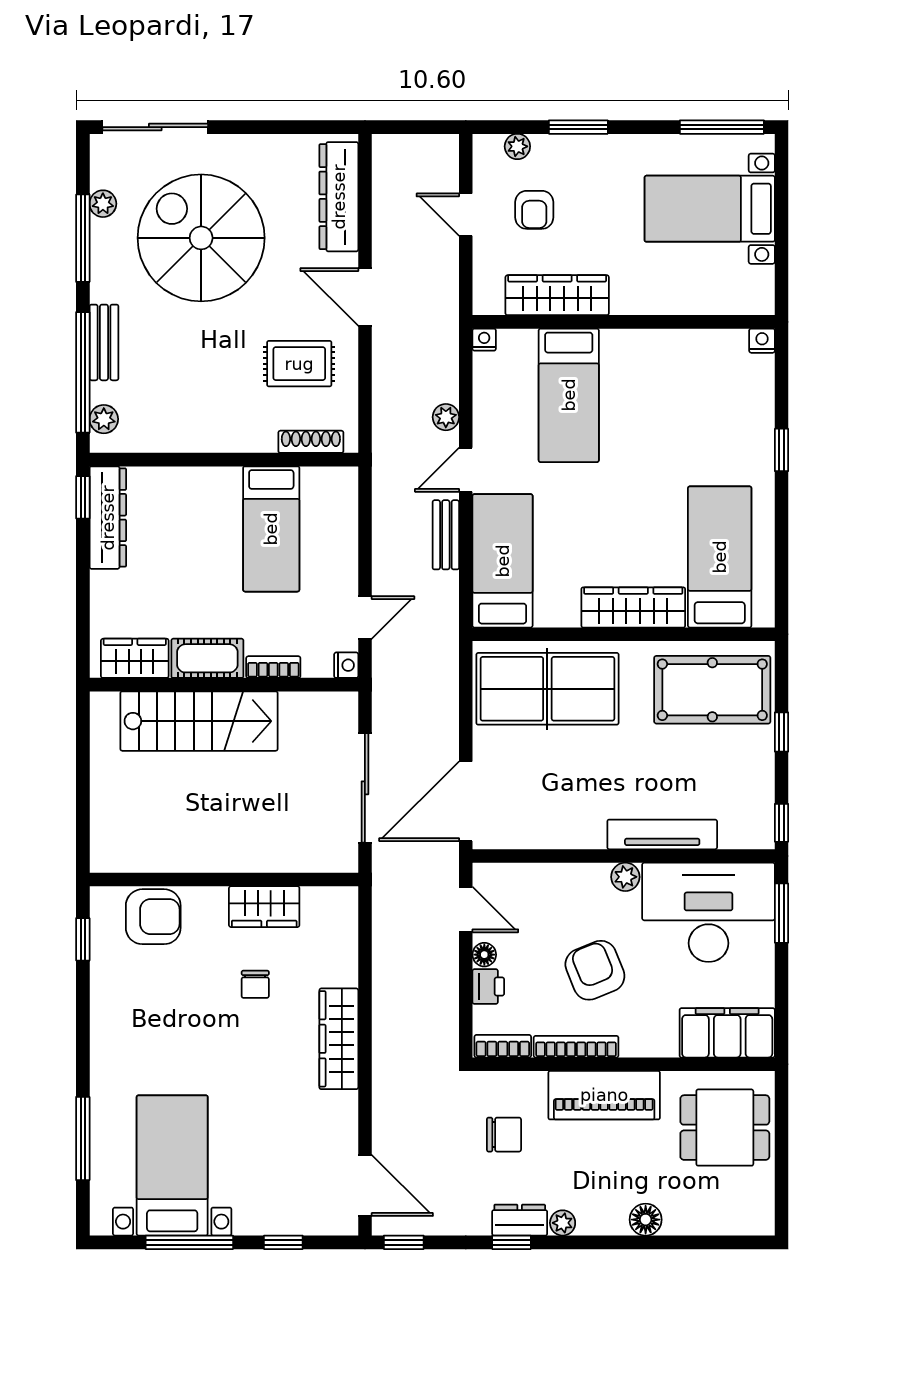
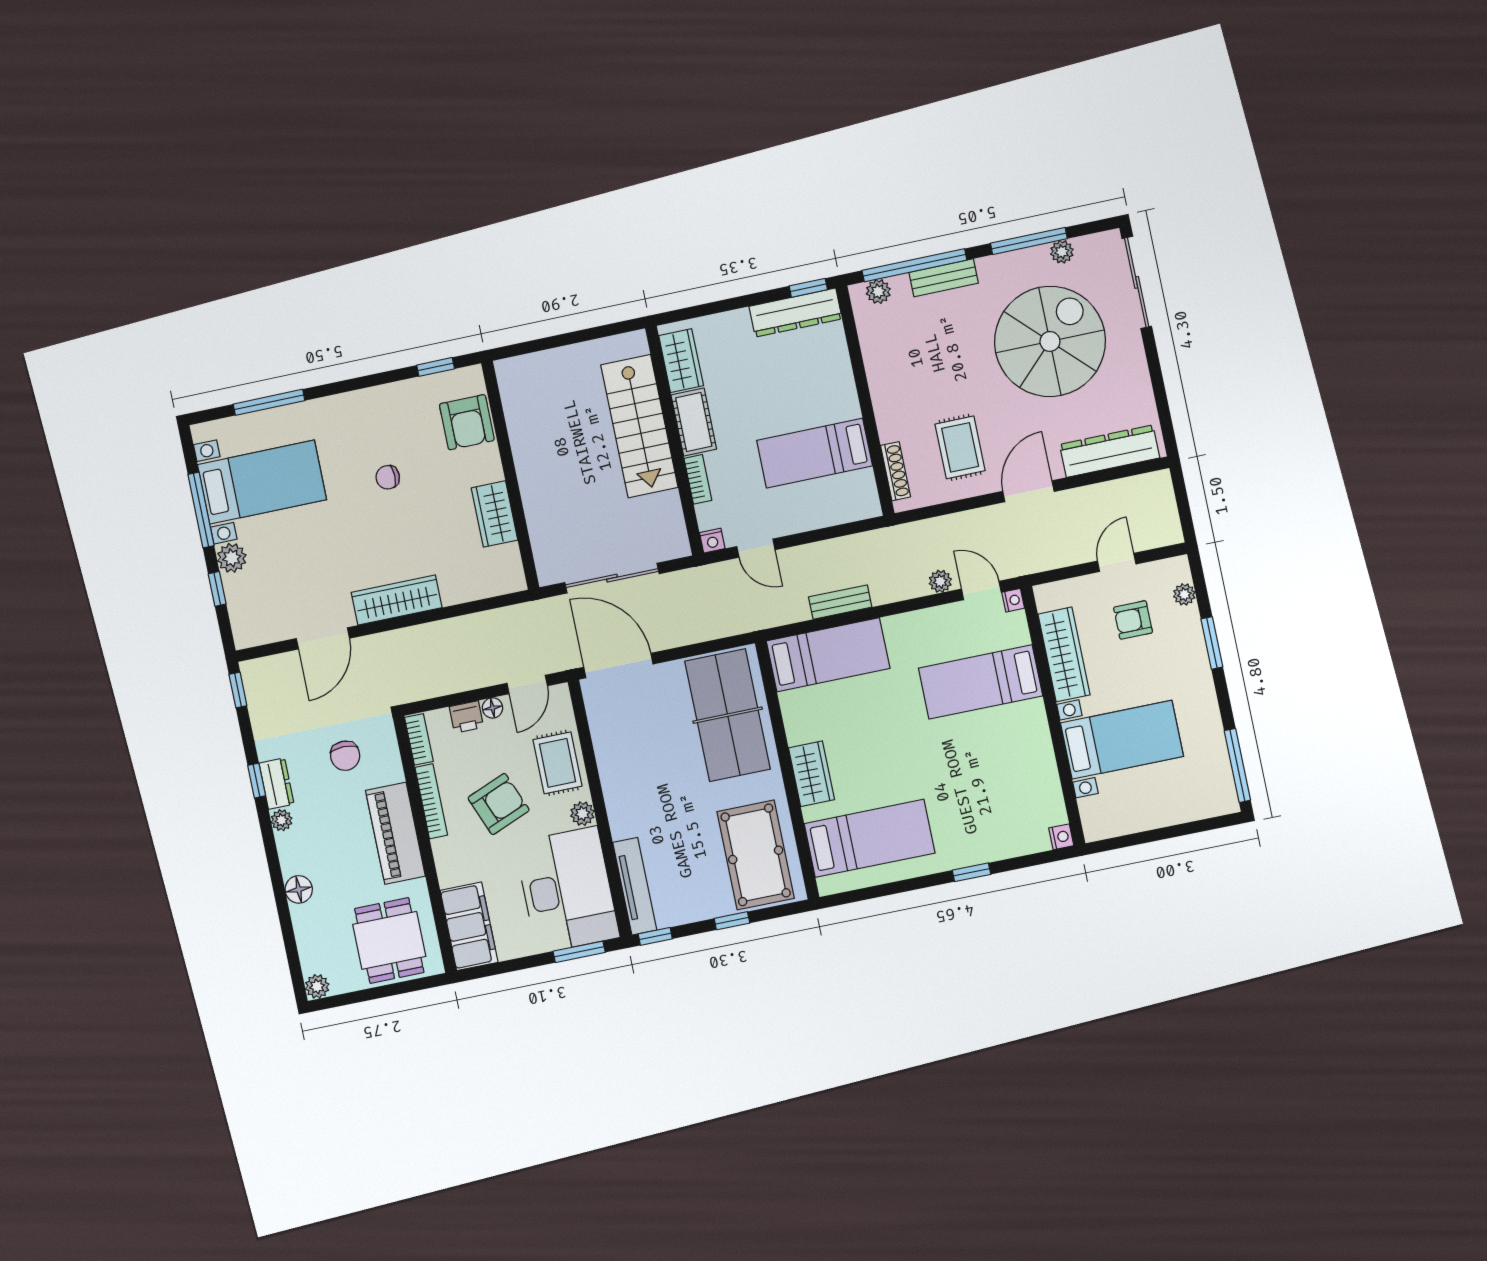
bed with nightstands: (710, 209) -> (1122, 740), moved, turned 90
door: (466, 470) -> (981, 590), moved
wardrobe: (633, 607) -> (811, 774), width x0.67
tv unit: (662, 834) -> (635, 886), moved
rug: (562, 893) -> (557, 763), added
chair: (255, 984) -> (388, 477), moved
door: (365, 1185) -> (323, 638), moved
plant: (251, 1218) -> (232, 558), added
plant: (761, 1221) -> (317, 986), added

